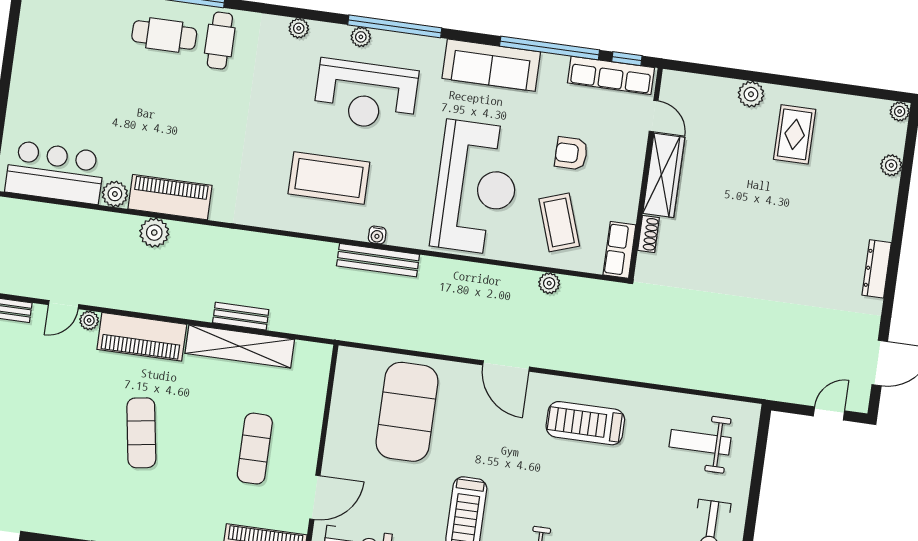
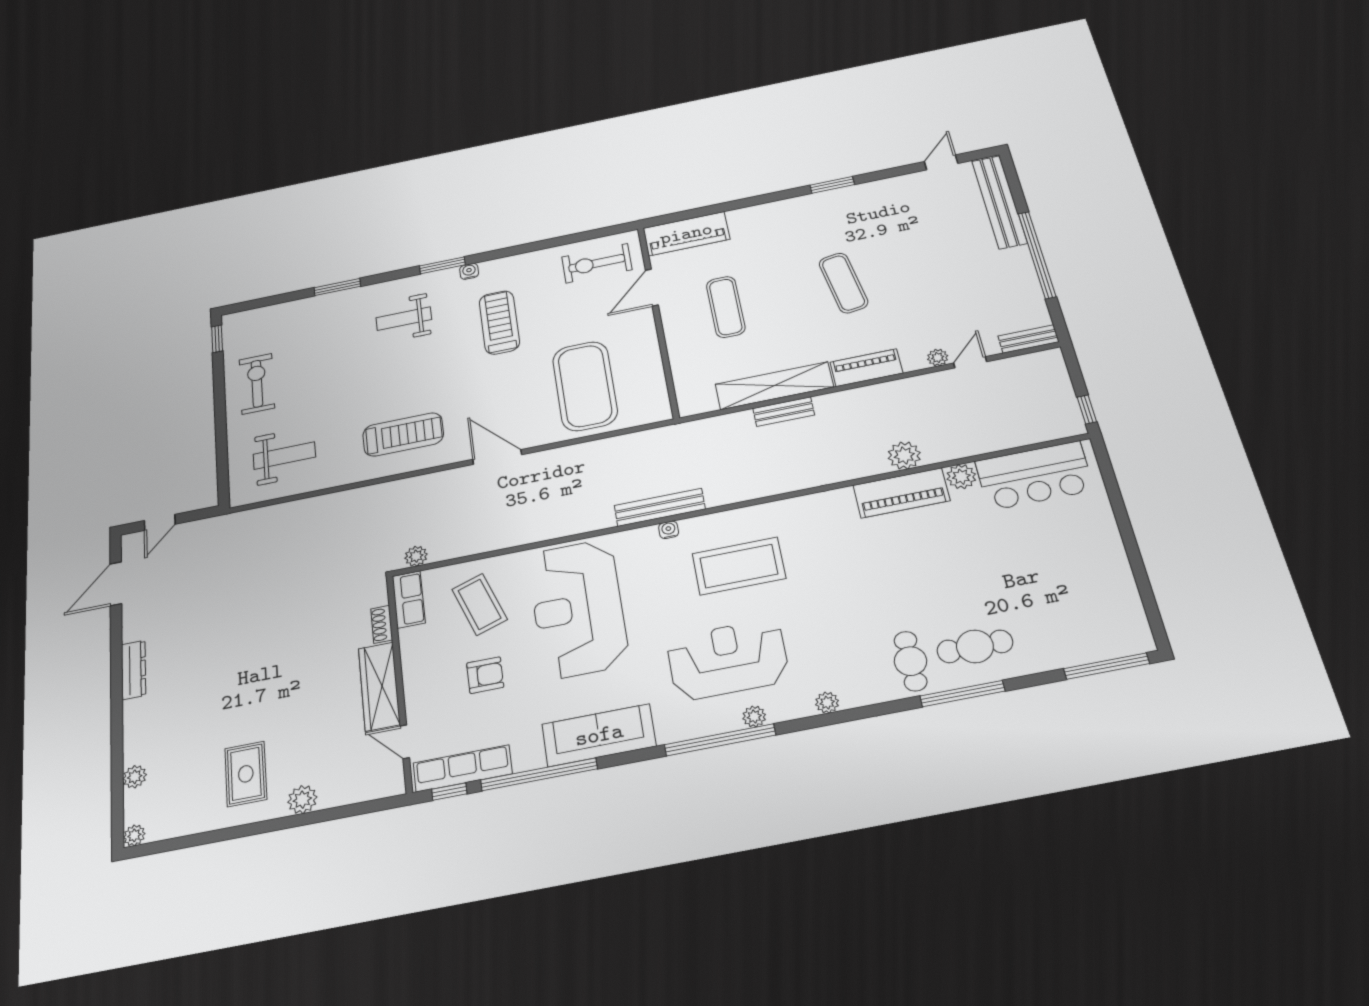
plant: (549, 283) -> (416, 556), moved
piano: (142, 337) -> (866, 368), width x0.73, depth x0.75

